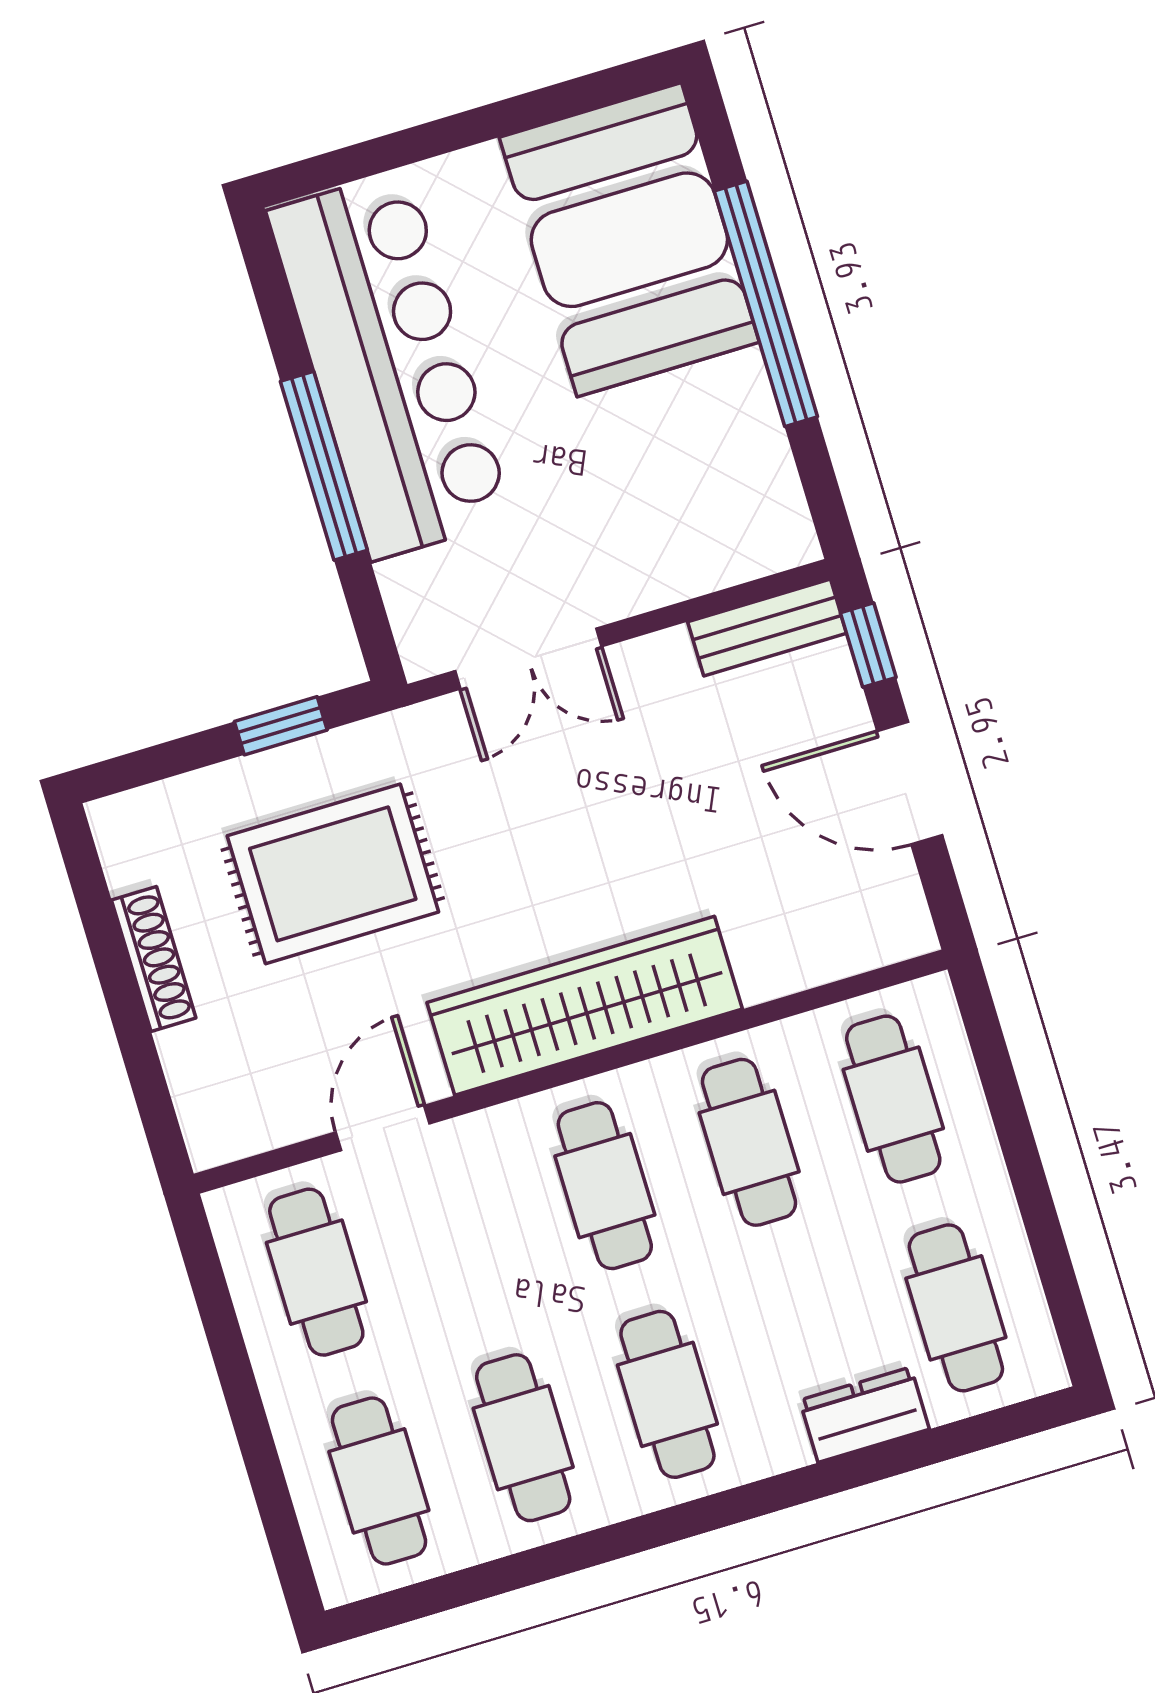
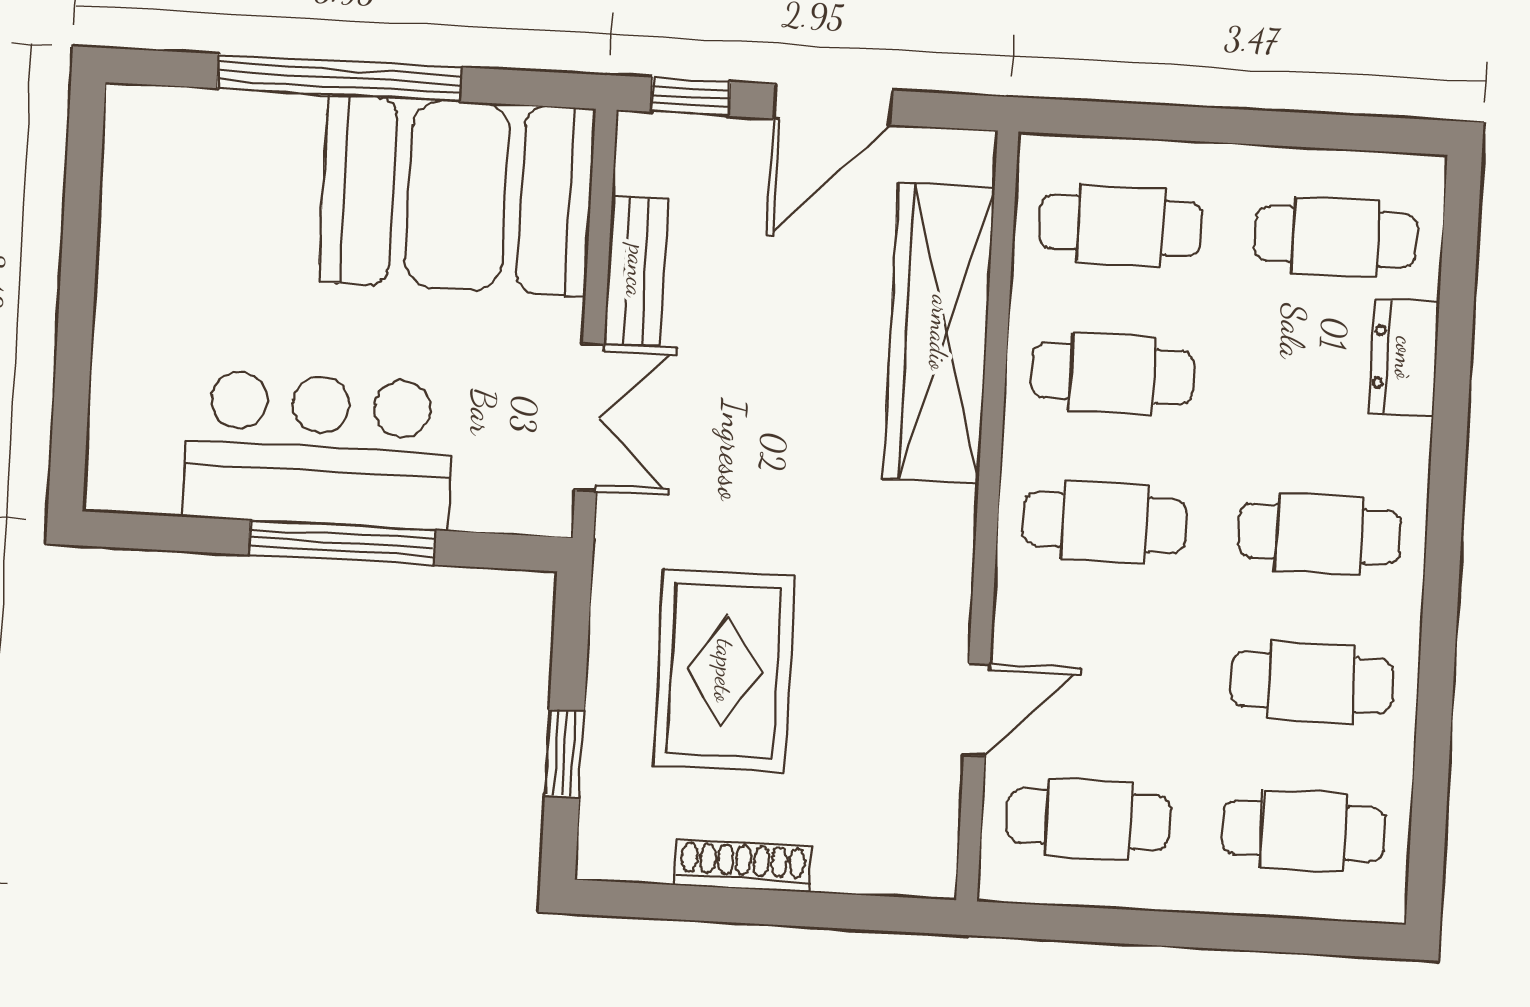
booth: (629, 240) -> (457, 195), moved
bar counter: (390, 365) -> (319, 450), width x0.73
bench: (767, 628) -> (636, 271), moved
window: (281, 726) -> (564, 753), moved
wardrobe: (585, 1006) -> (939, 333), moved
door: (383, 1128) -> (977, 709), swing flipped

